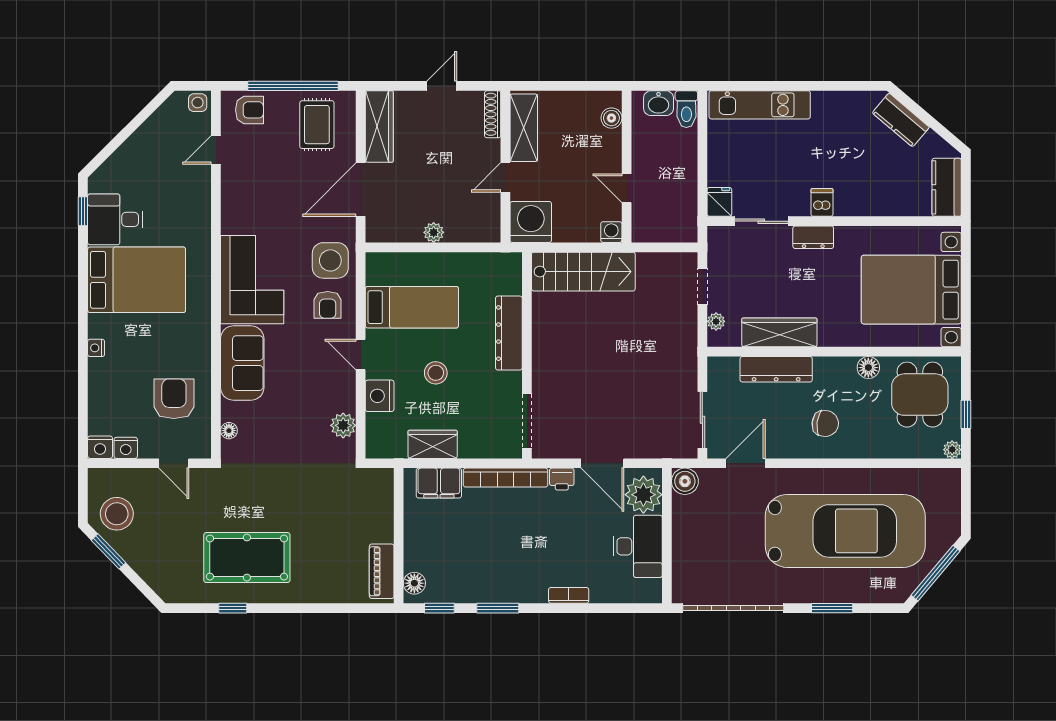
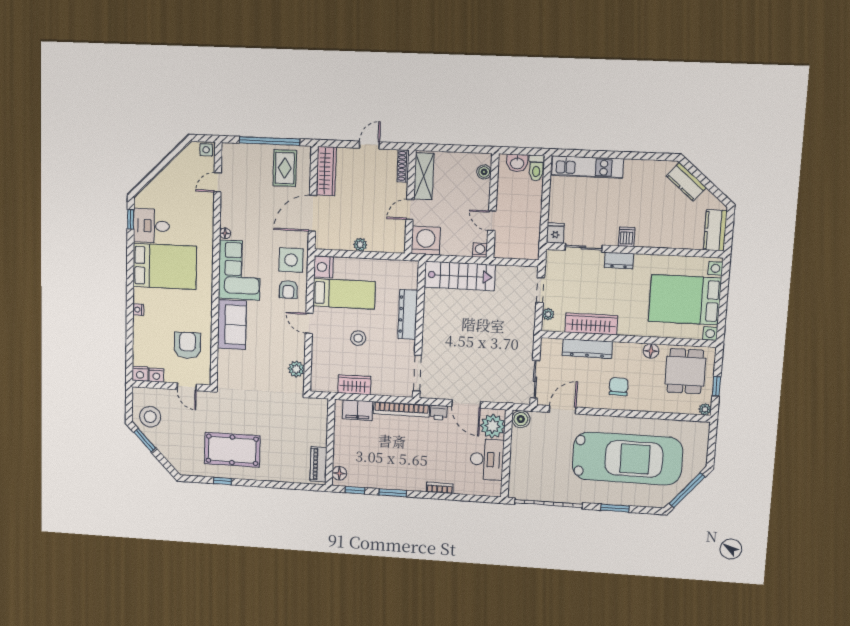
armchair: (249, 110) -> (240, 156), removed
nightstand: (380, 396) -> (323, 267), moved
chair: (825, 423) -> (619, 387), turned -97
floor lamp: (229, 431) -> (225, 233), moved

